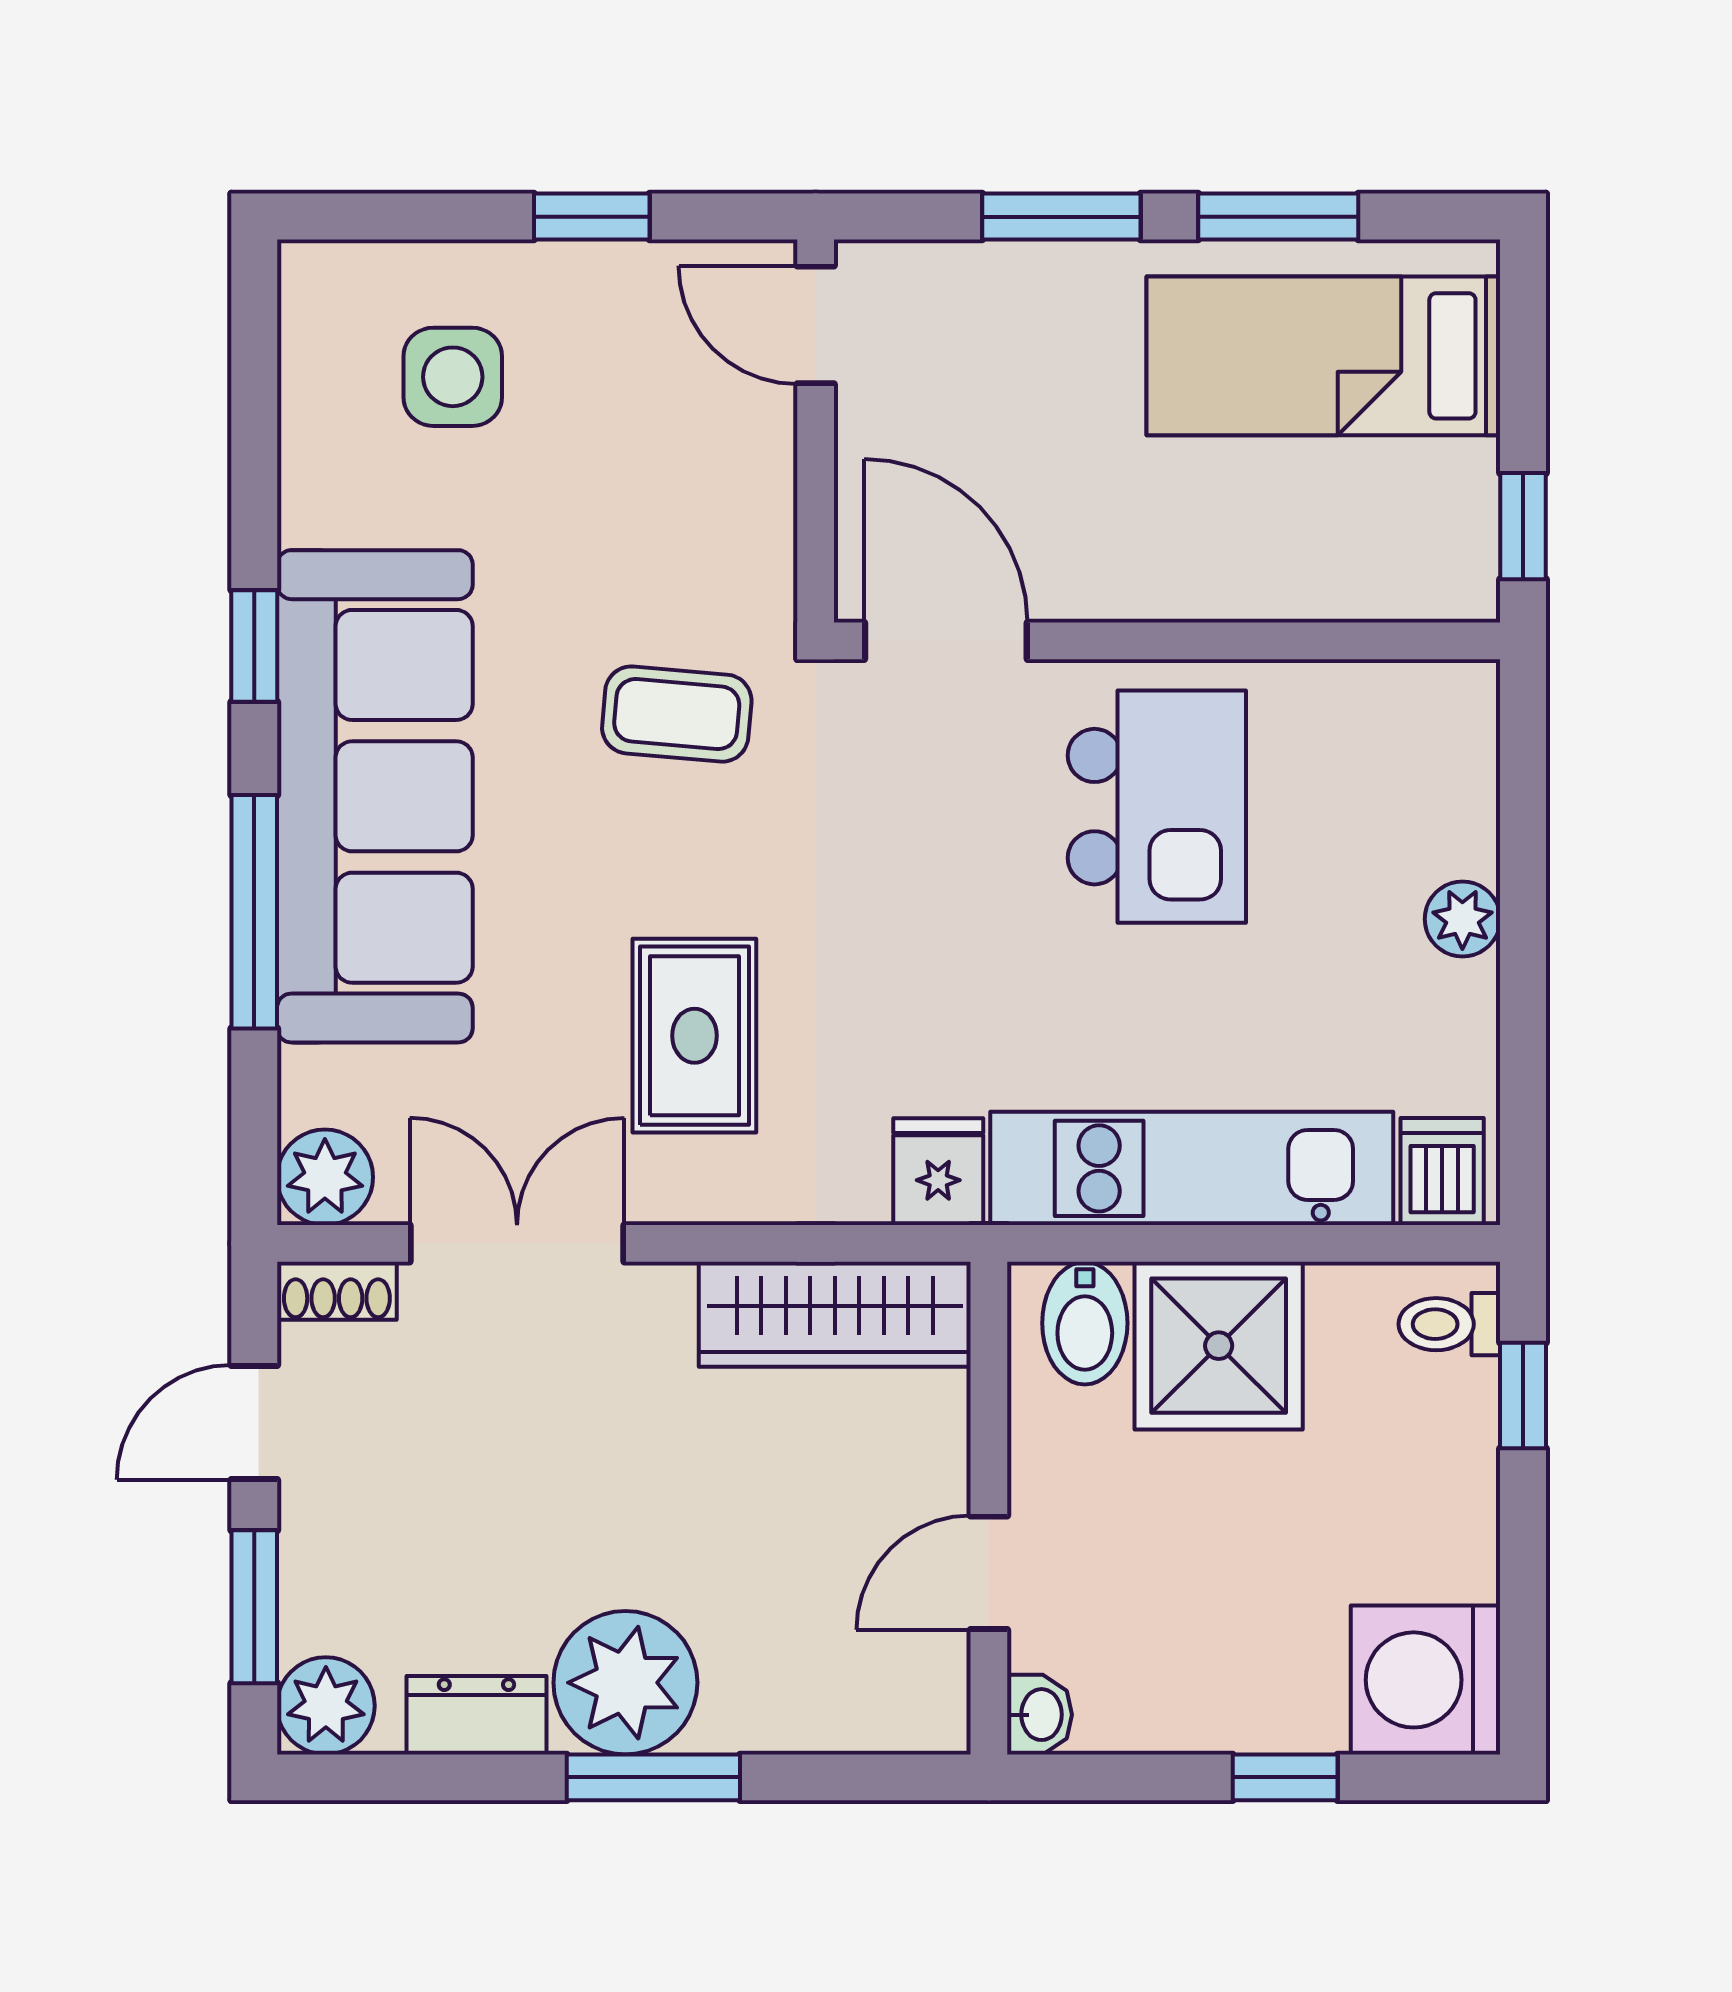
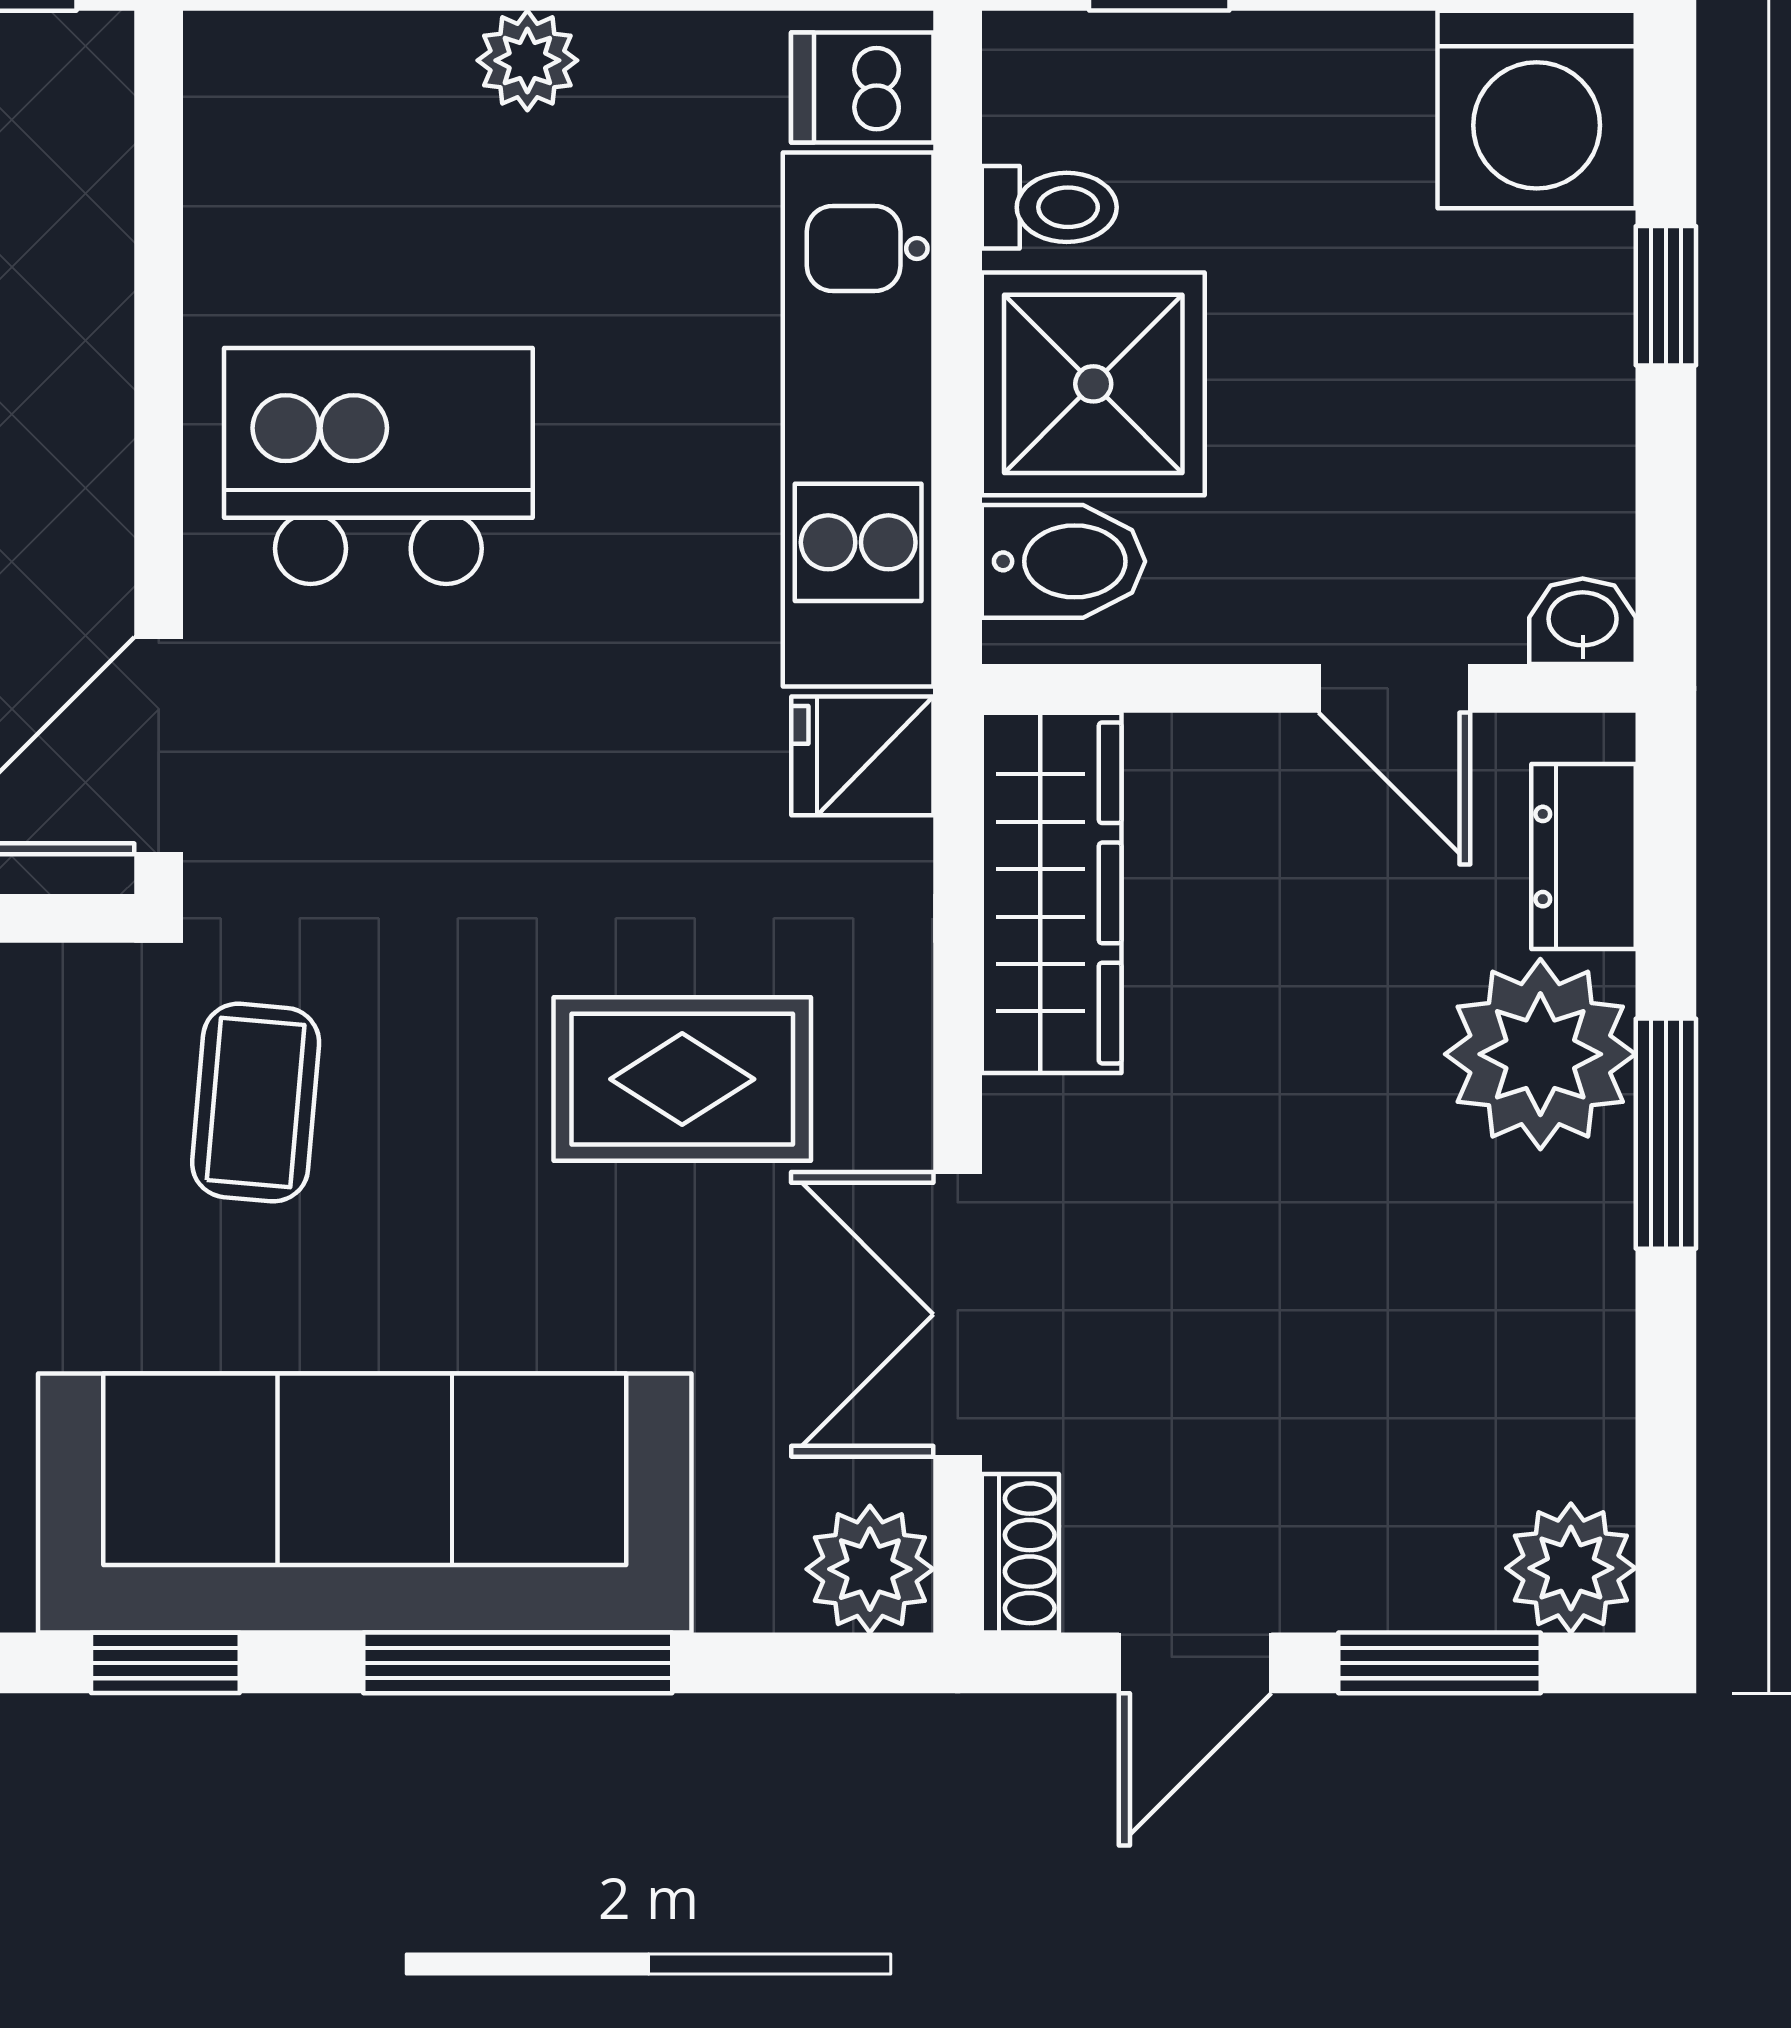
toilet: (1449, 1324) -> (1049, 207), moved, turned -90
door: (254, 1423) -> (1195, 1663), hinge flipped
plant: (625, 1683) -> (1540, 1054), moved
dresser: (476, 1715) -> (1583, 857), moved

